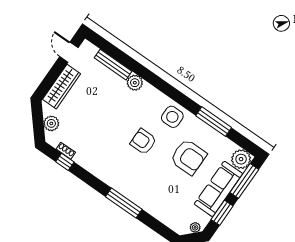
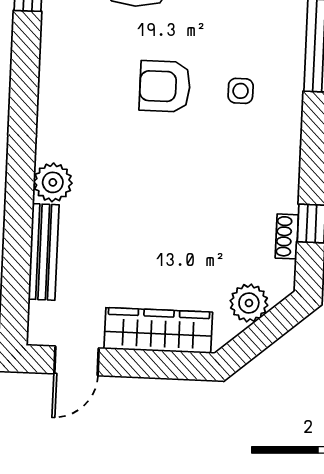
side table: (172, 117) -> (241, 91), moved, width x0.54, depth x0.54
armchair: (143, 142) -> (165, 86), turned 90

